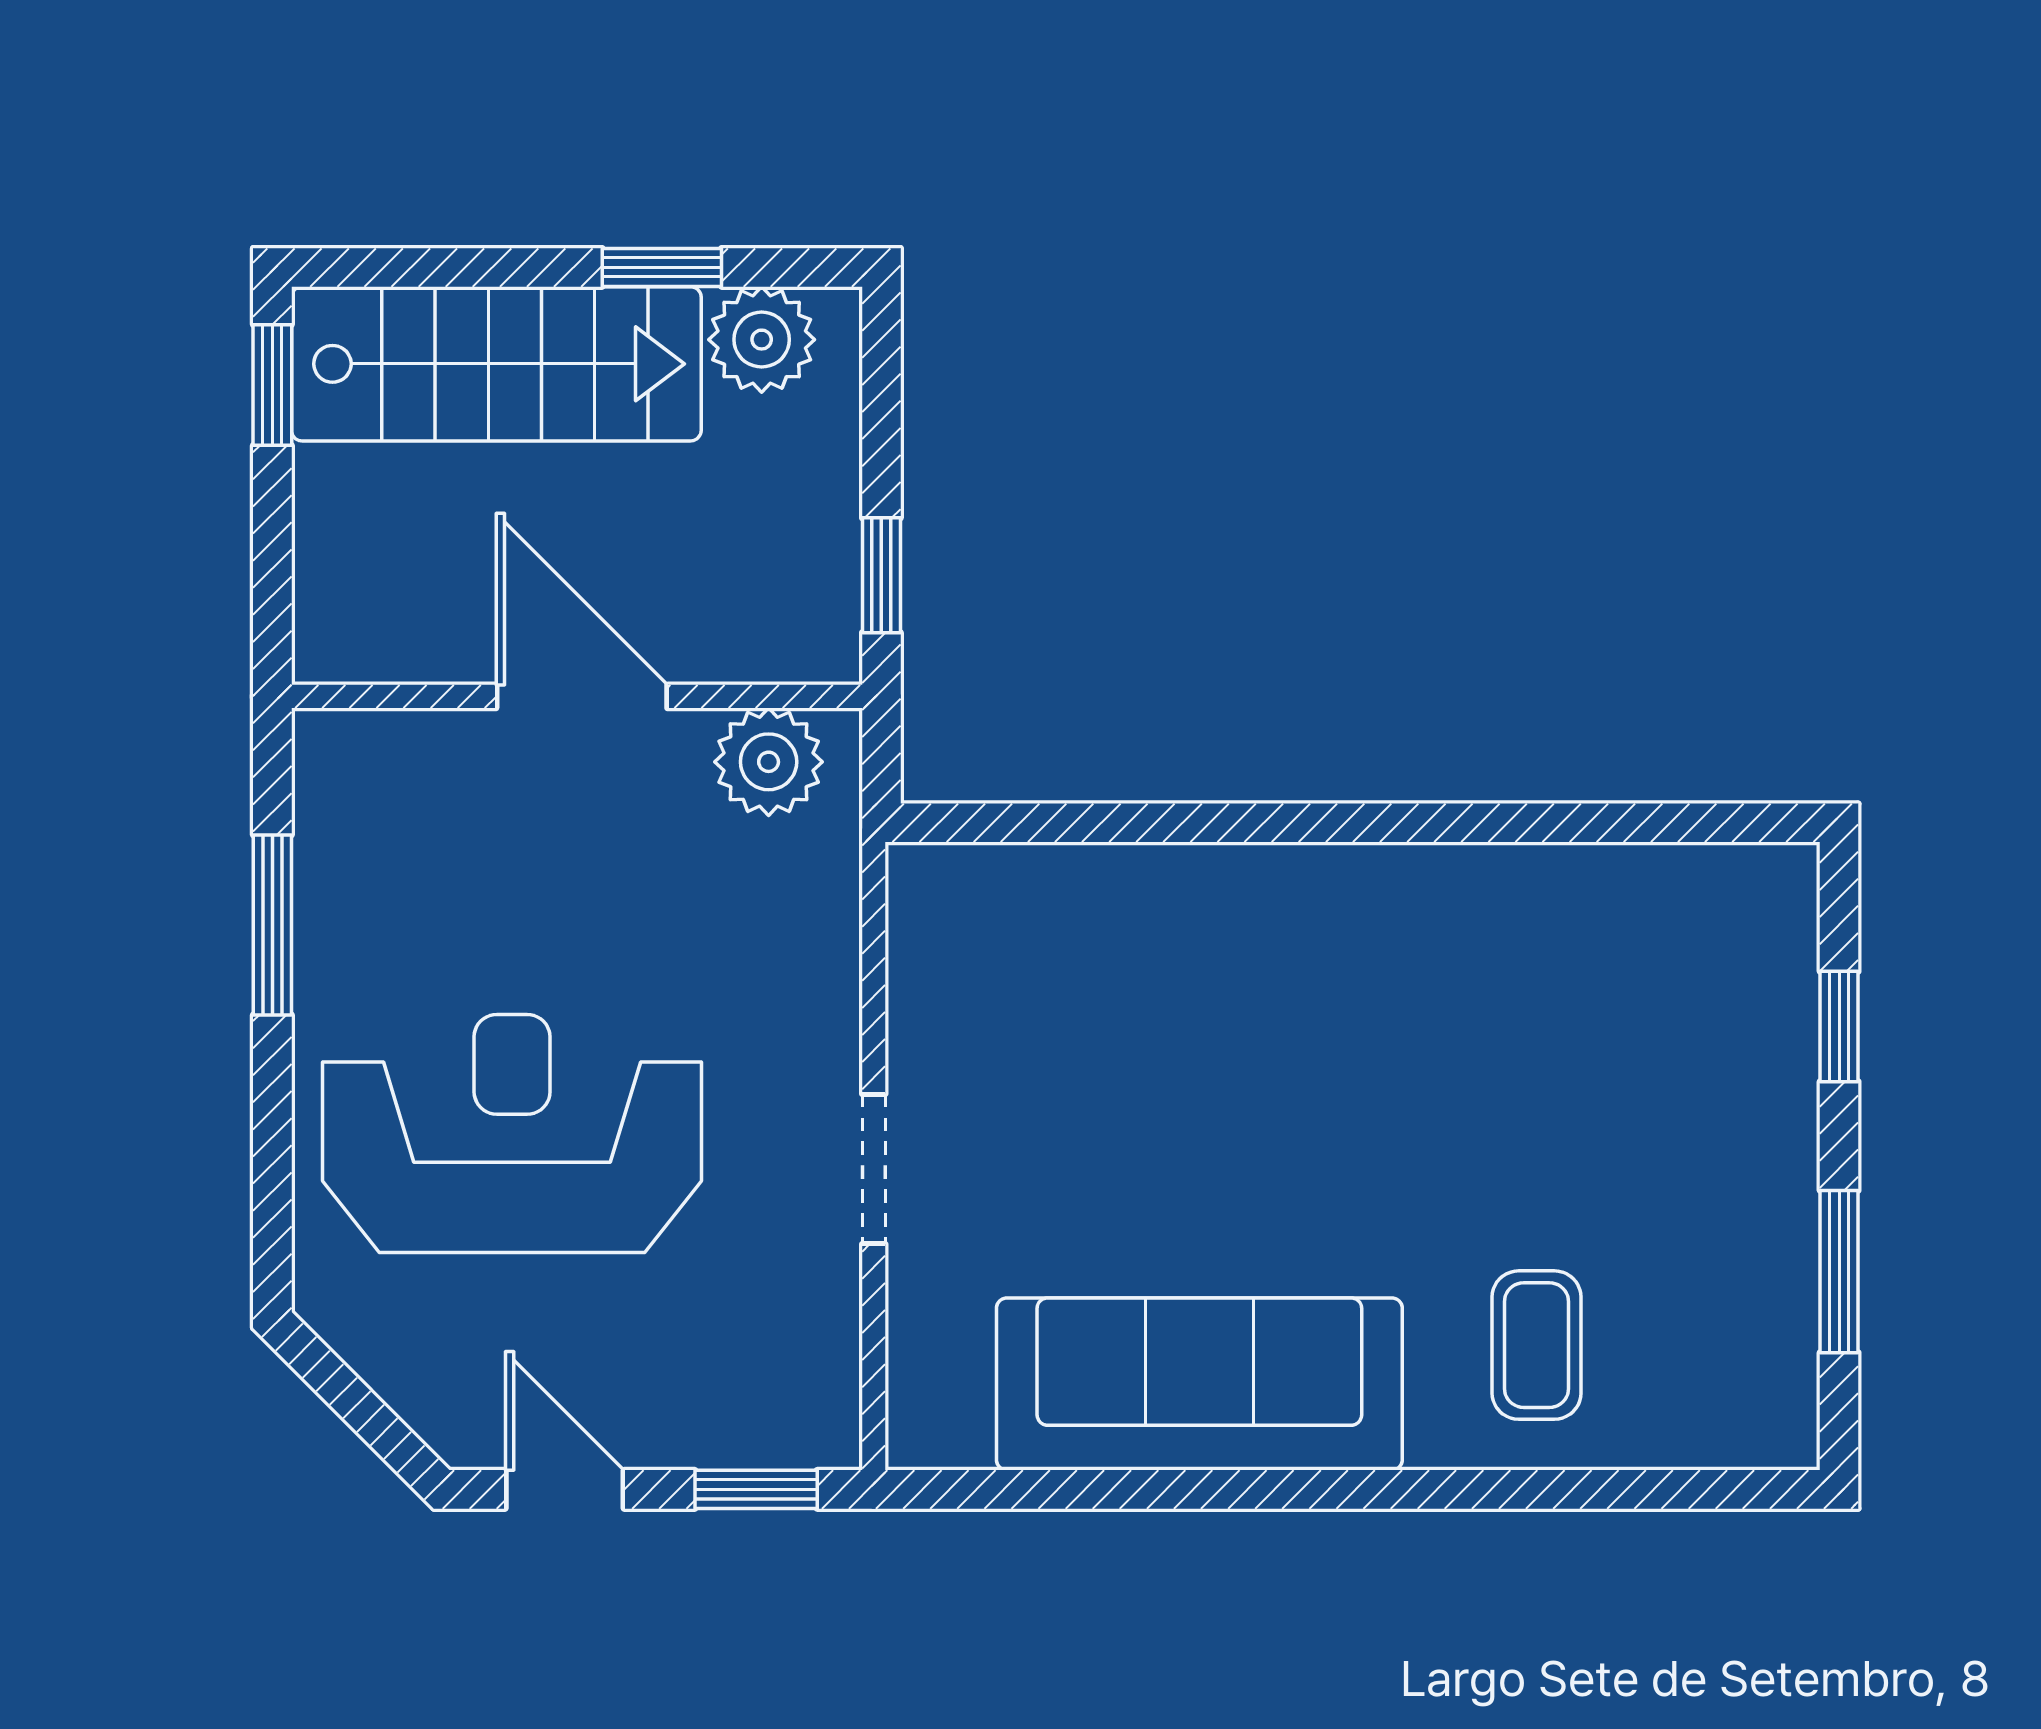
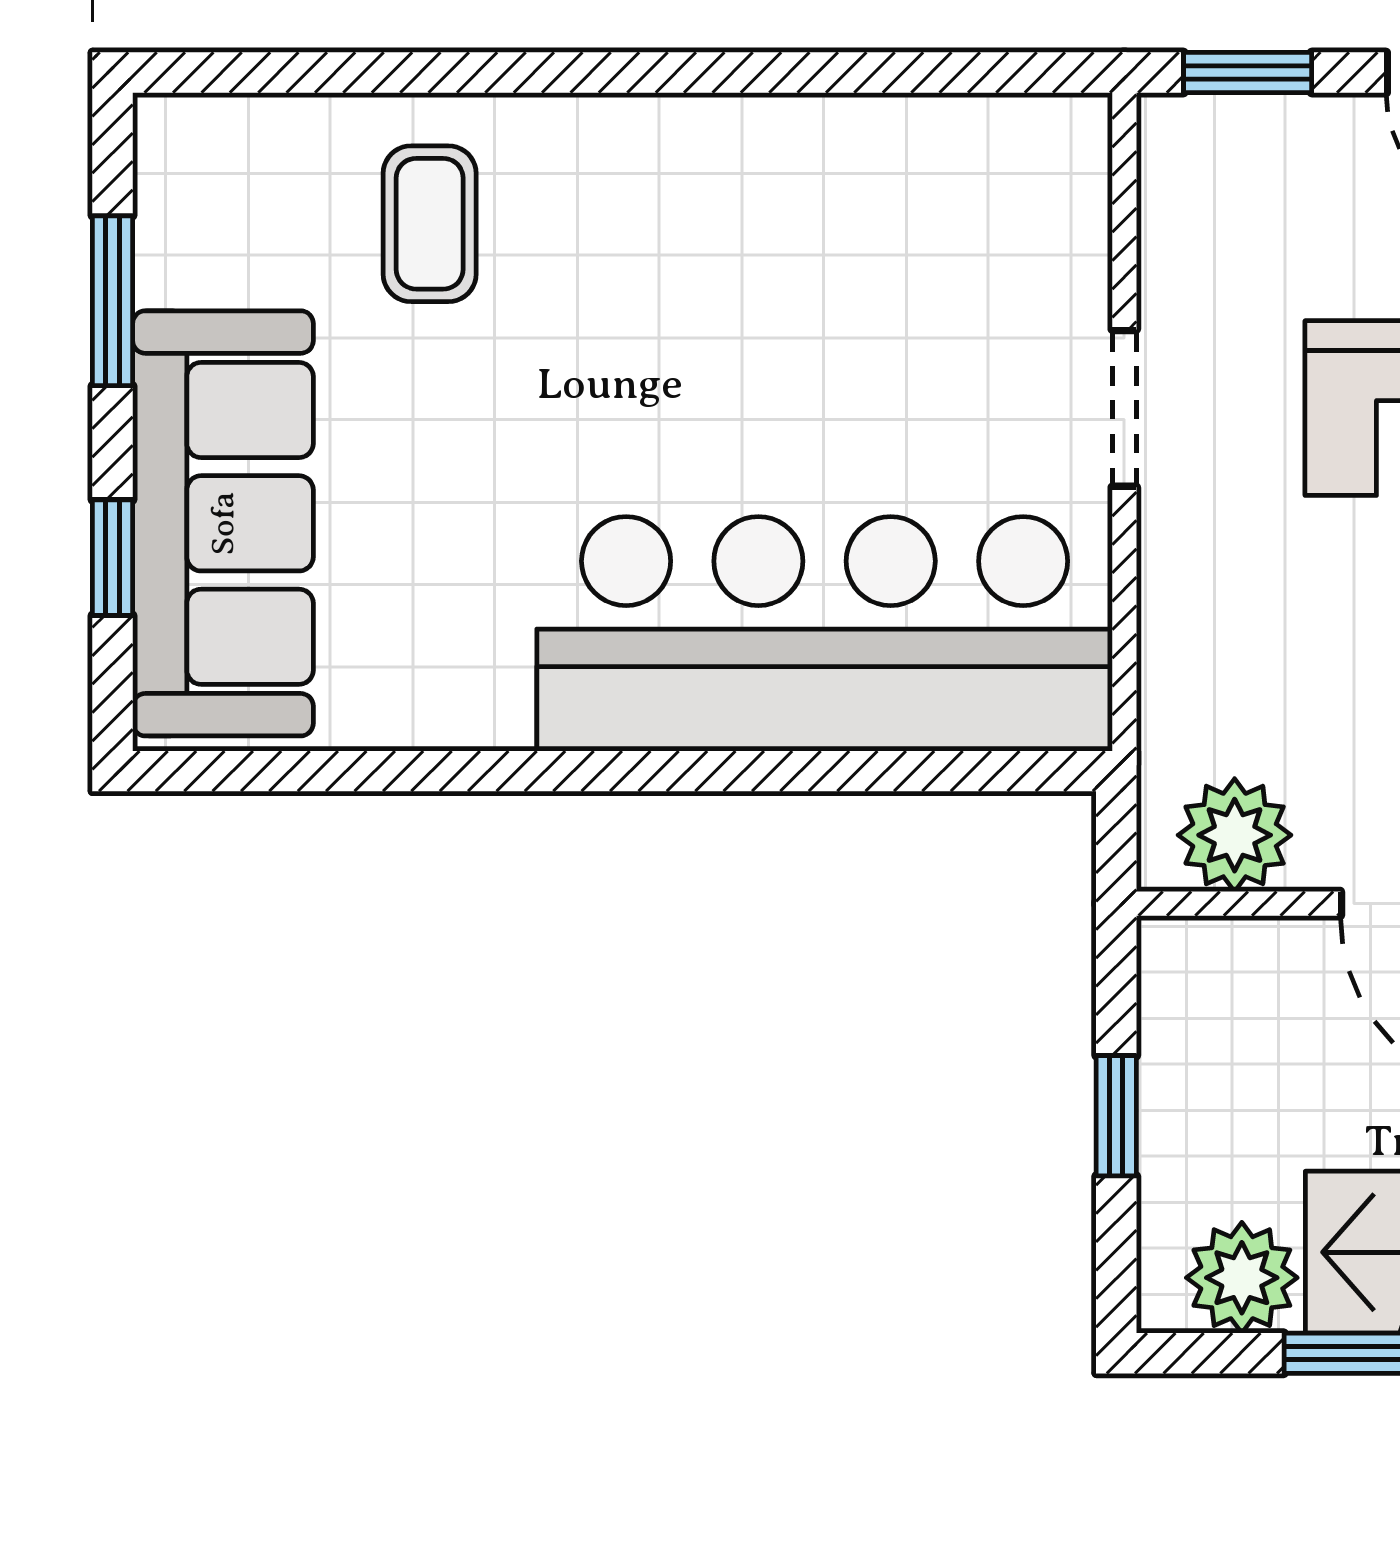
window: (881, 575) -> (1116, 1116), moved
bar counter: (1160, 954) -> (825, 634), added
sofa: (1199, 1384) -> (223, 523), moved, turned -90

